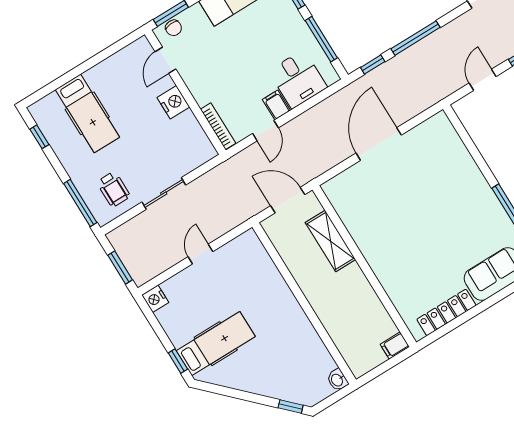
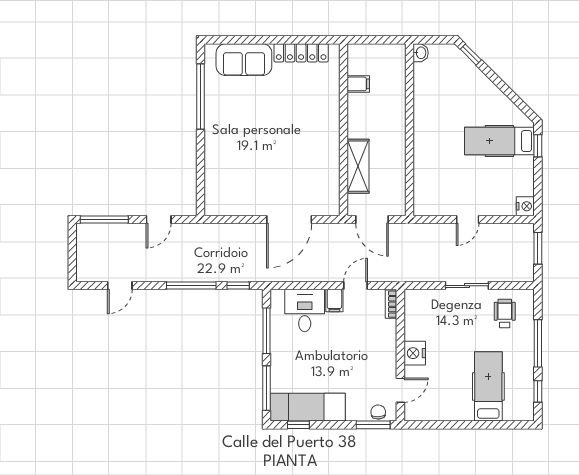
bookcase: (218, 126) -> (391, 304), width x0.64
door: (379, 144) -> (289, 220), moved
window: (80, 203) -> (538, 343), moved
filing cabinet: (395, 346) -> (358, 84), moved

